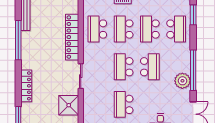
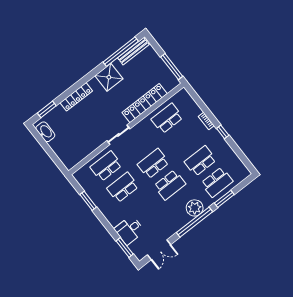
window: (193, 15) -> (224, 199), moved
school desk: (124, 29) -> (106, 166), moved
window: (18, 40) -> (121, 52), moved
plant: (182, 81) -> (195, 208), moved
shower: (69, 105) -> (109, 77), moved

